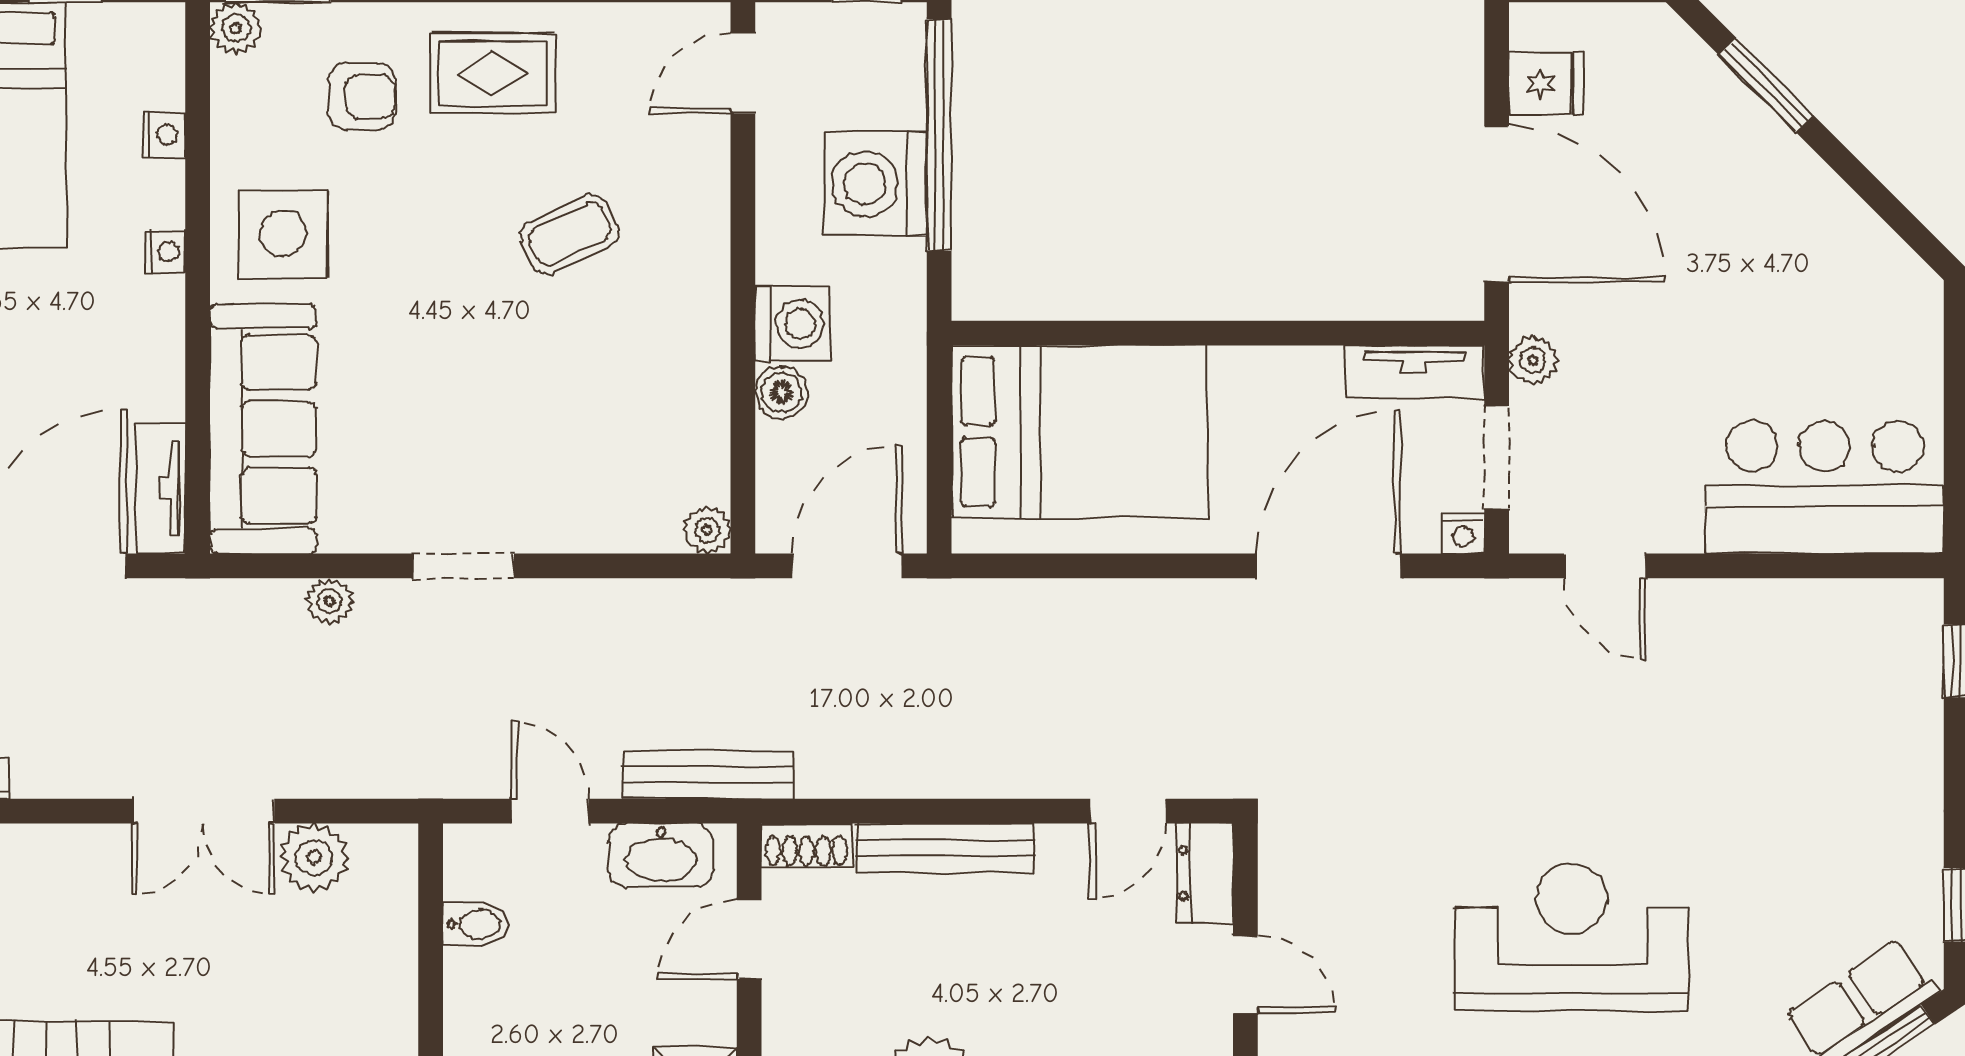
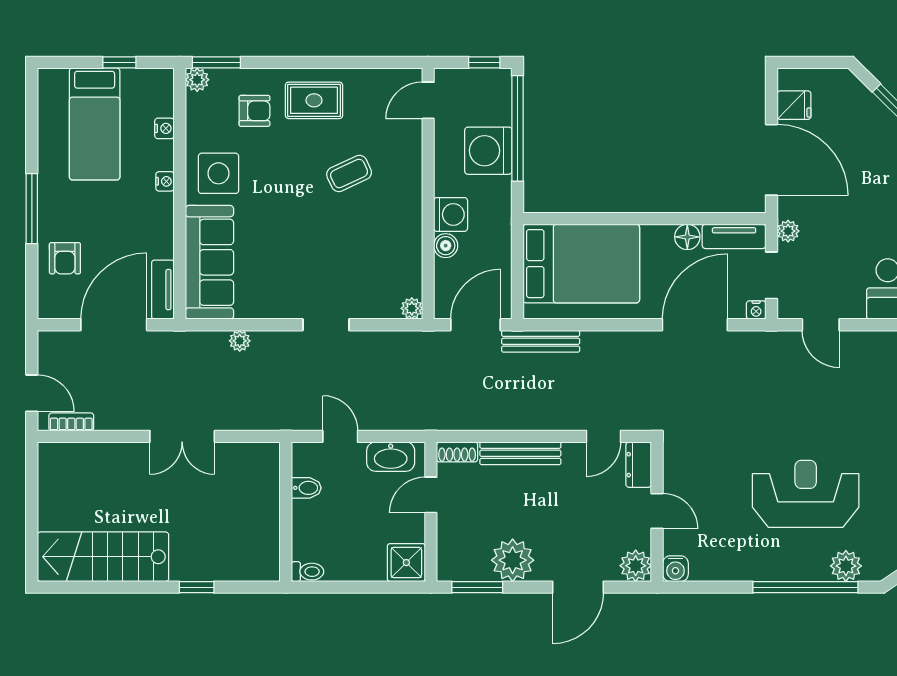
floor lamp: (1312, 373) -> (687, 237), added
doorway: (463, 566) -> (326, 325), moved
bench: (709, 775) -> (541, 341), moved
plant: (314, 858) -> (233, 458), removed

